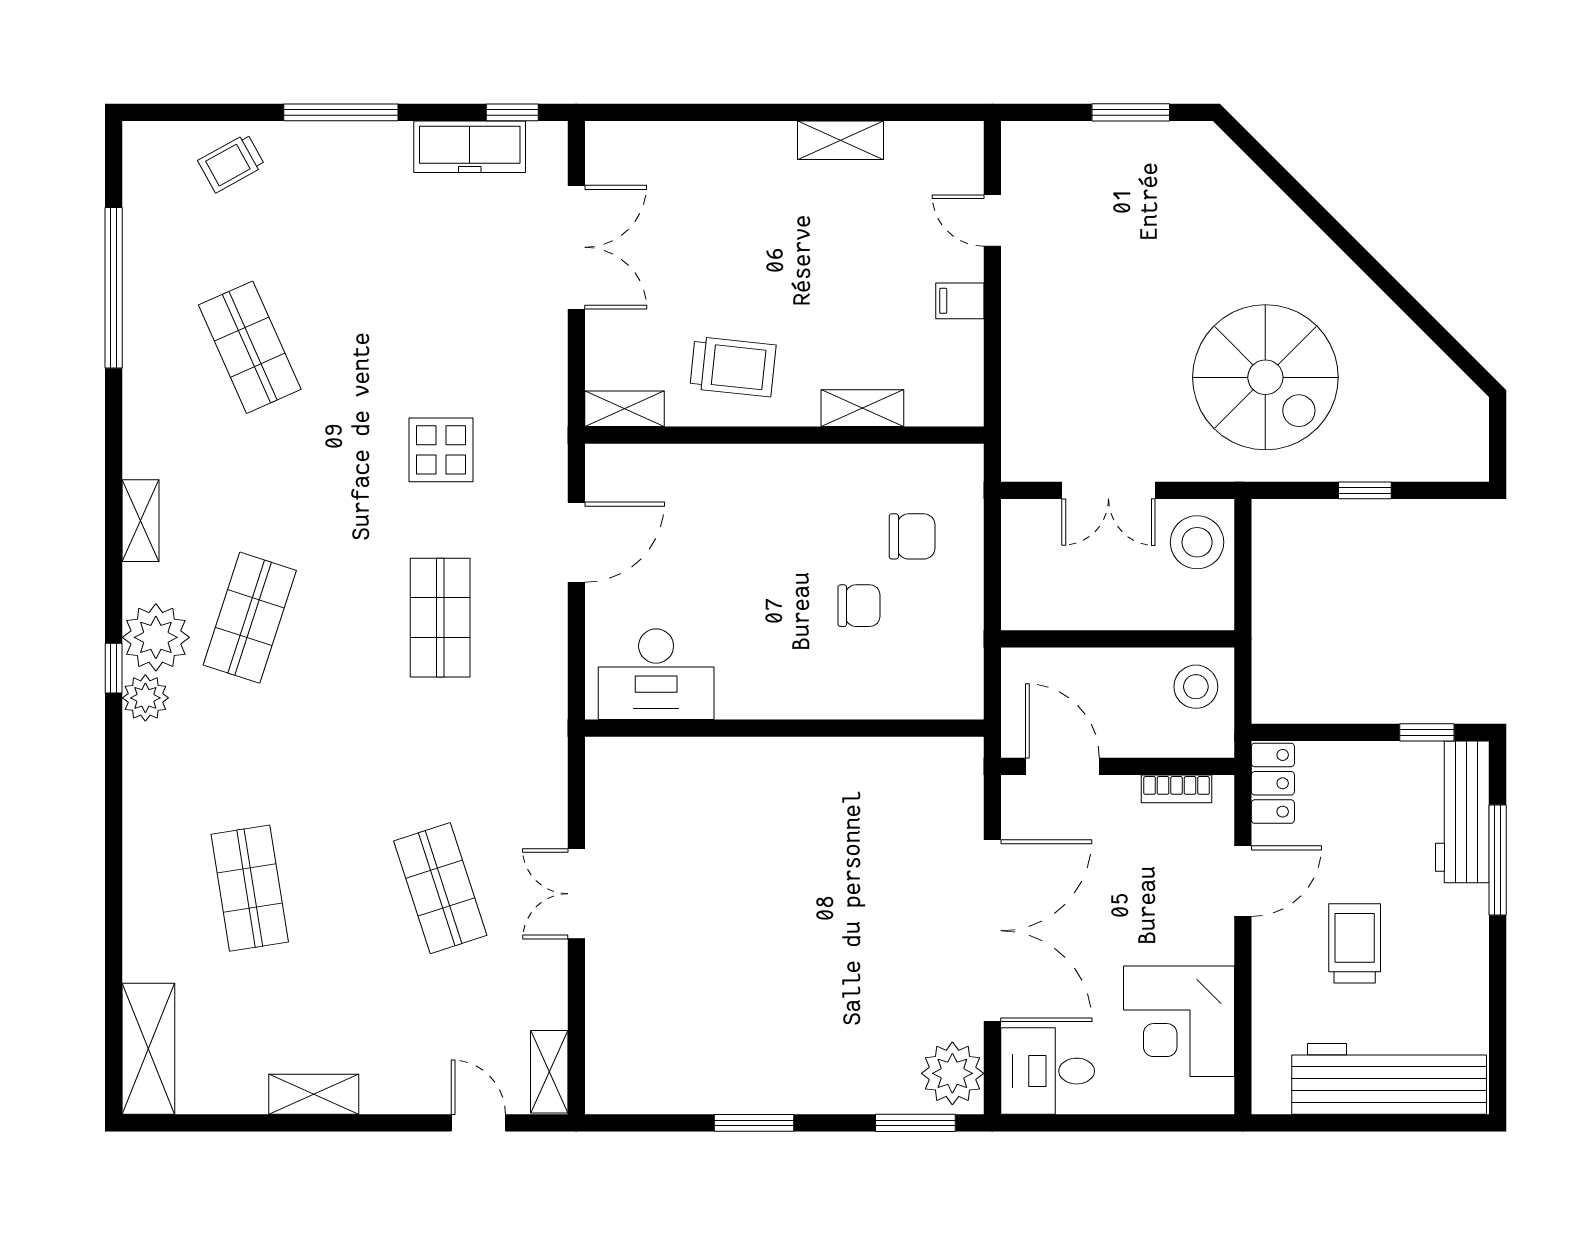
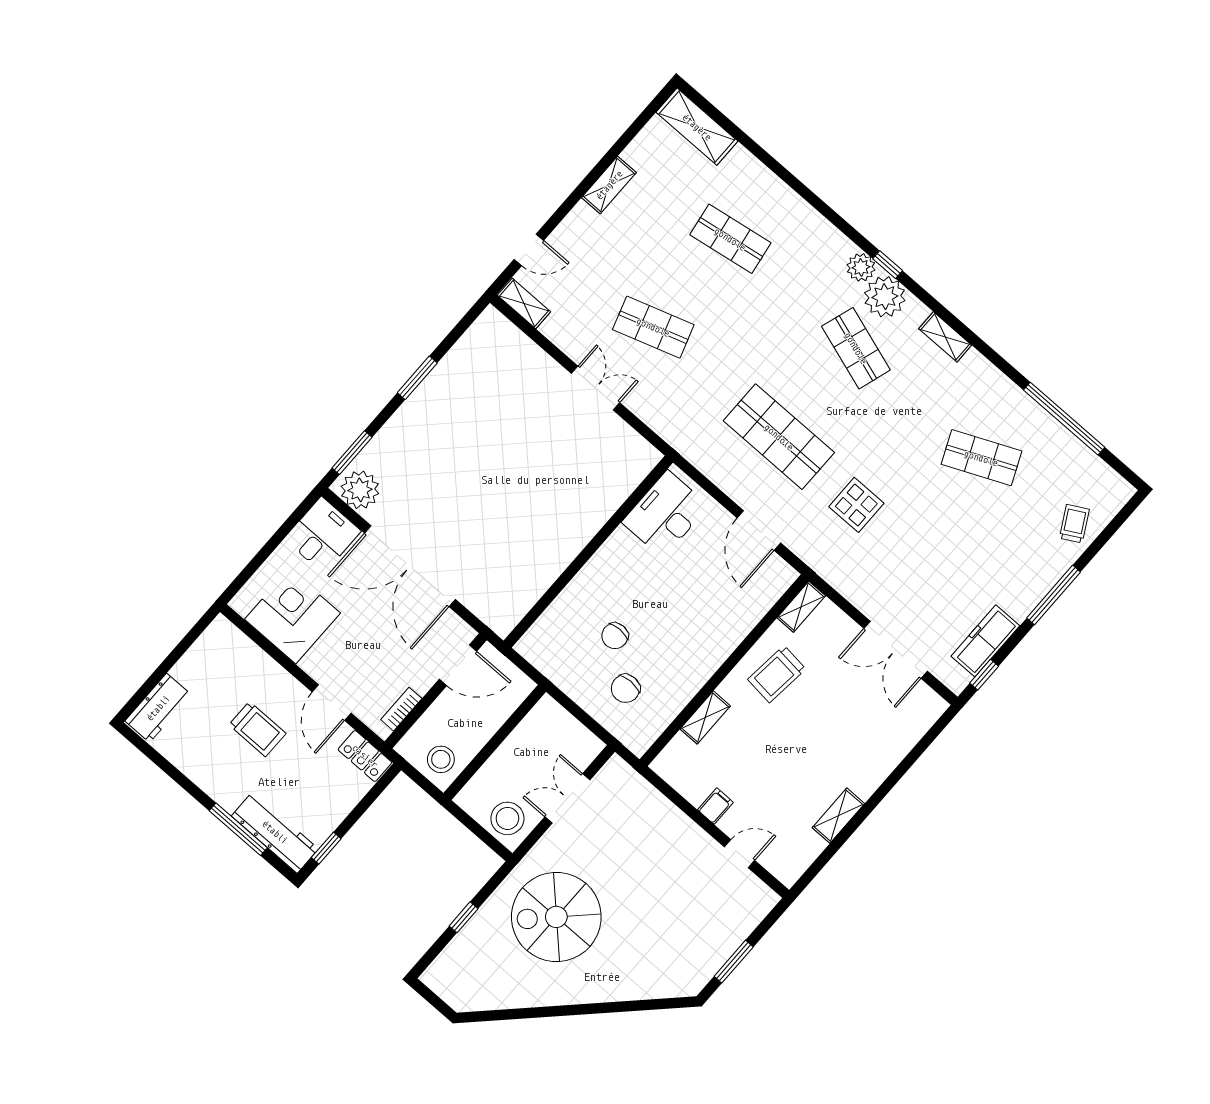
shop shelf: (440, 618) -> (779, 437), width x1.43, depth x1.36
workbench: (1389, 1079) -> (158, 708), width x0.53, depth x0.76

